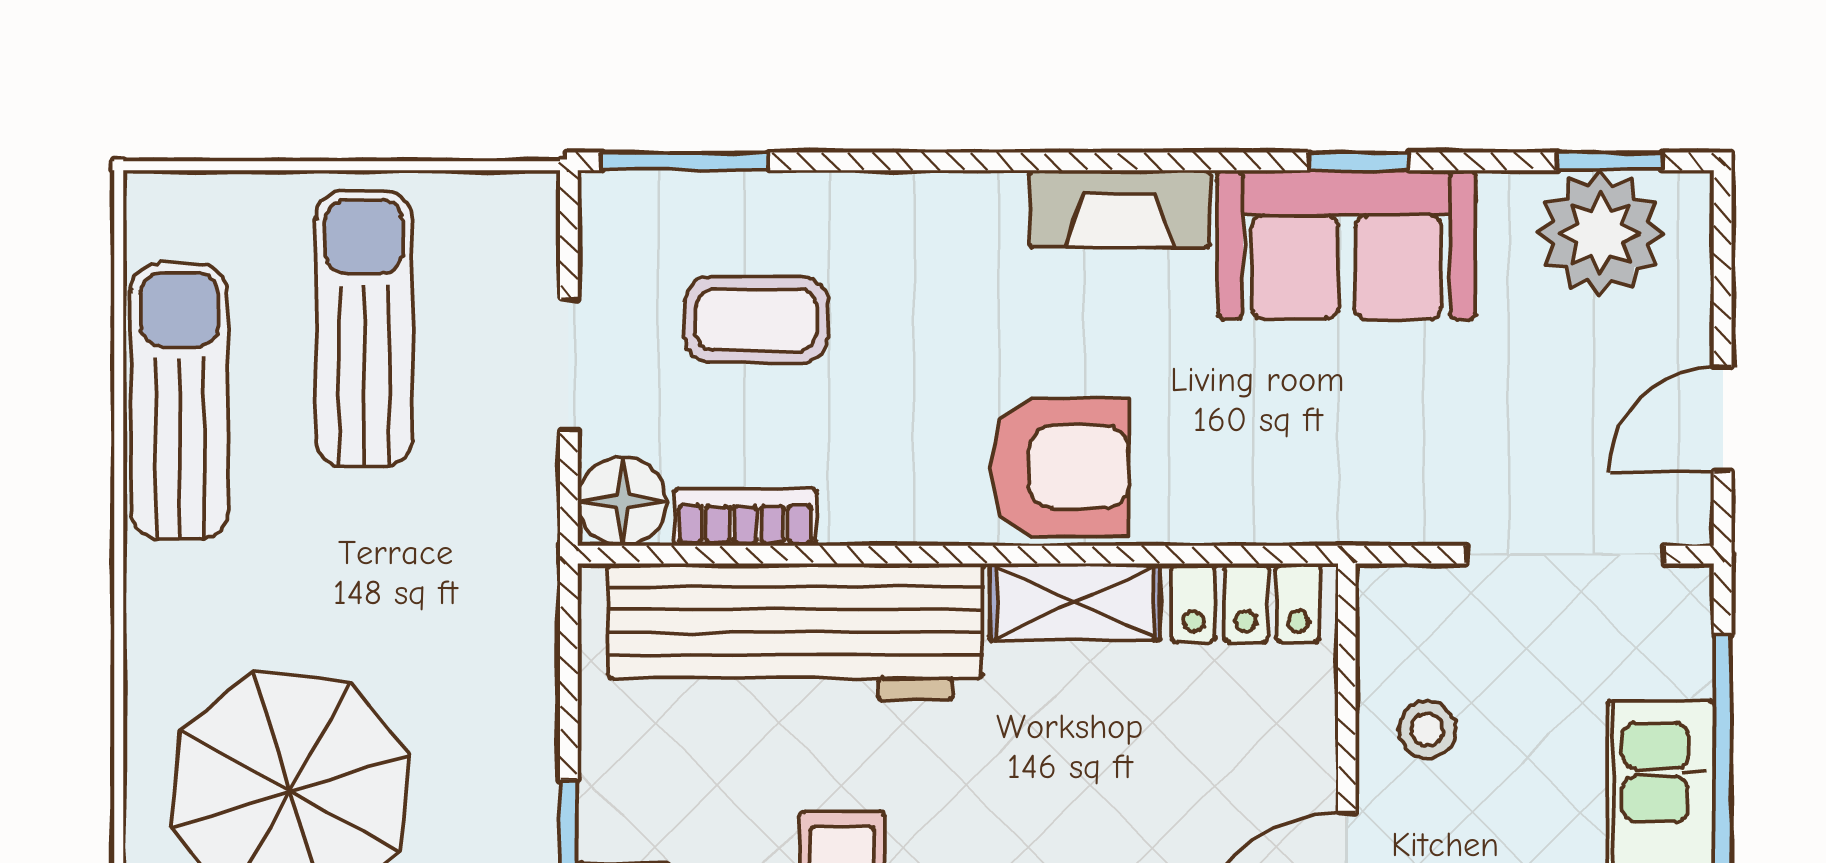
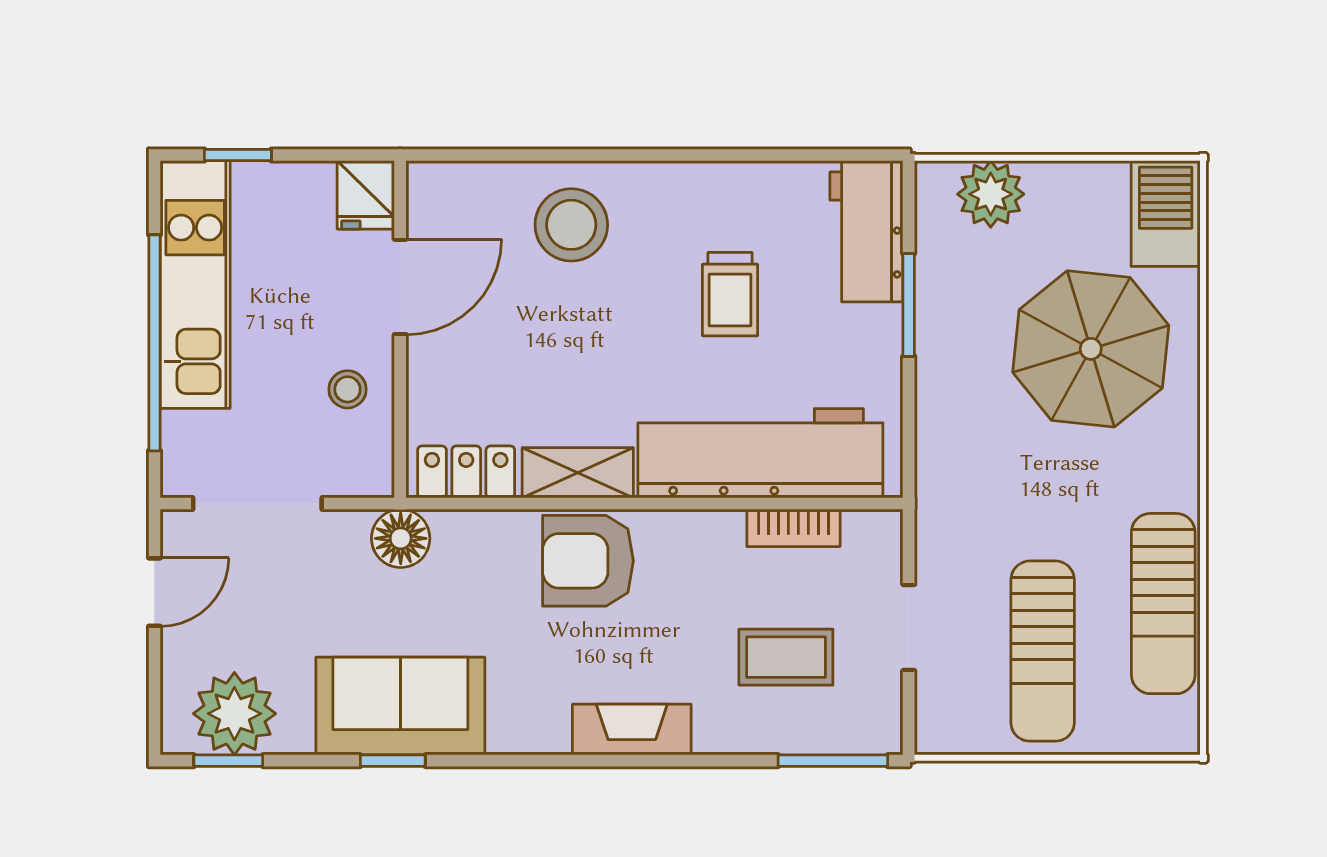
fireplace: (1120, 209) -> (632, 730), moved
floor lamp: (622, 501) -> (401, 538), moved

